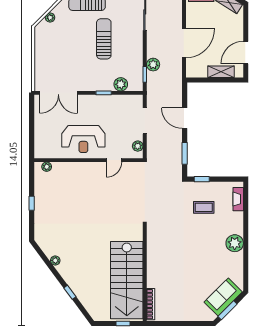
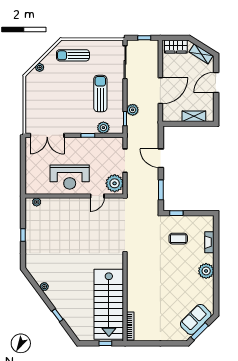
sun lounger: (104, 39) -> (100, 94), moved
door: (246, 53) -> (216, 83), moved
plant: (138, 146) -> (115, 183), width x1.88, depth x1.88
fireplace: (238, 199) -> (209, 242), moved

